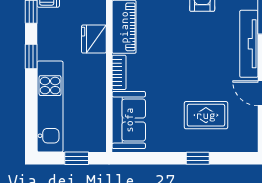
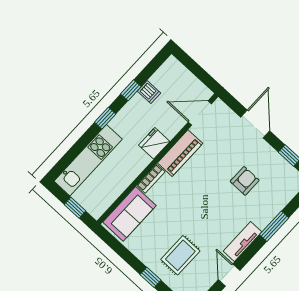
tv unit: (249, 44) -> (242, 241), width x0.71
rug: (206, 115) -> (180, 255), turned 90

